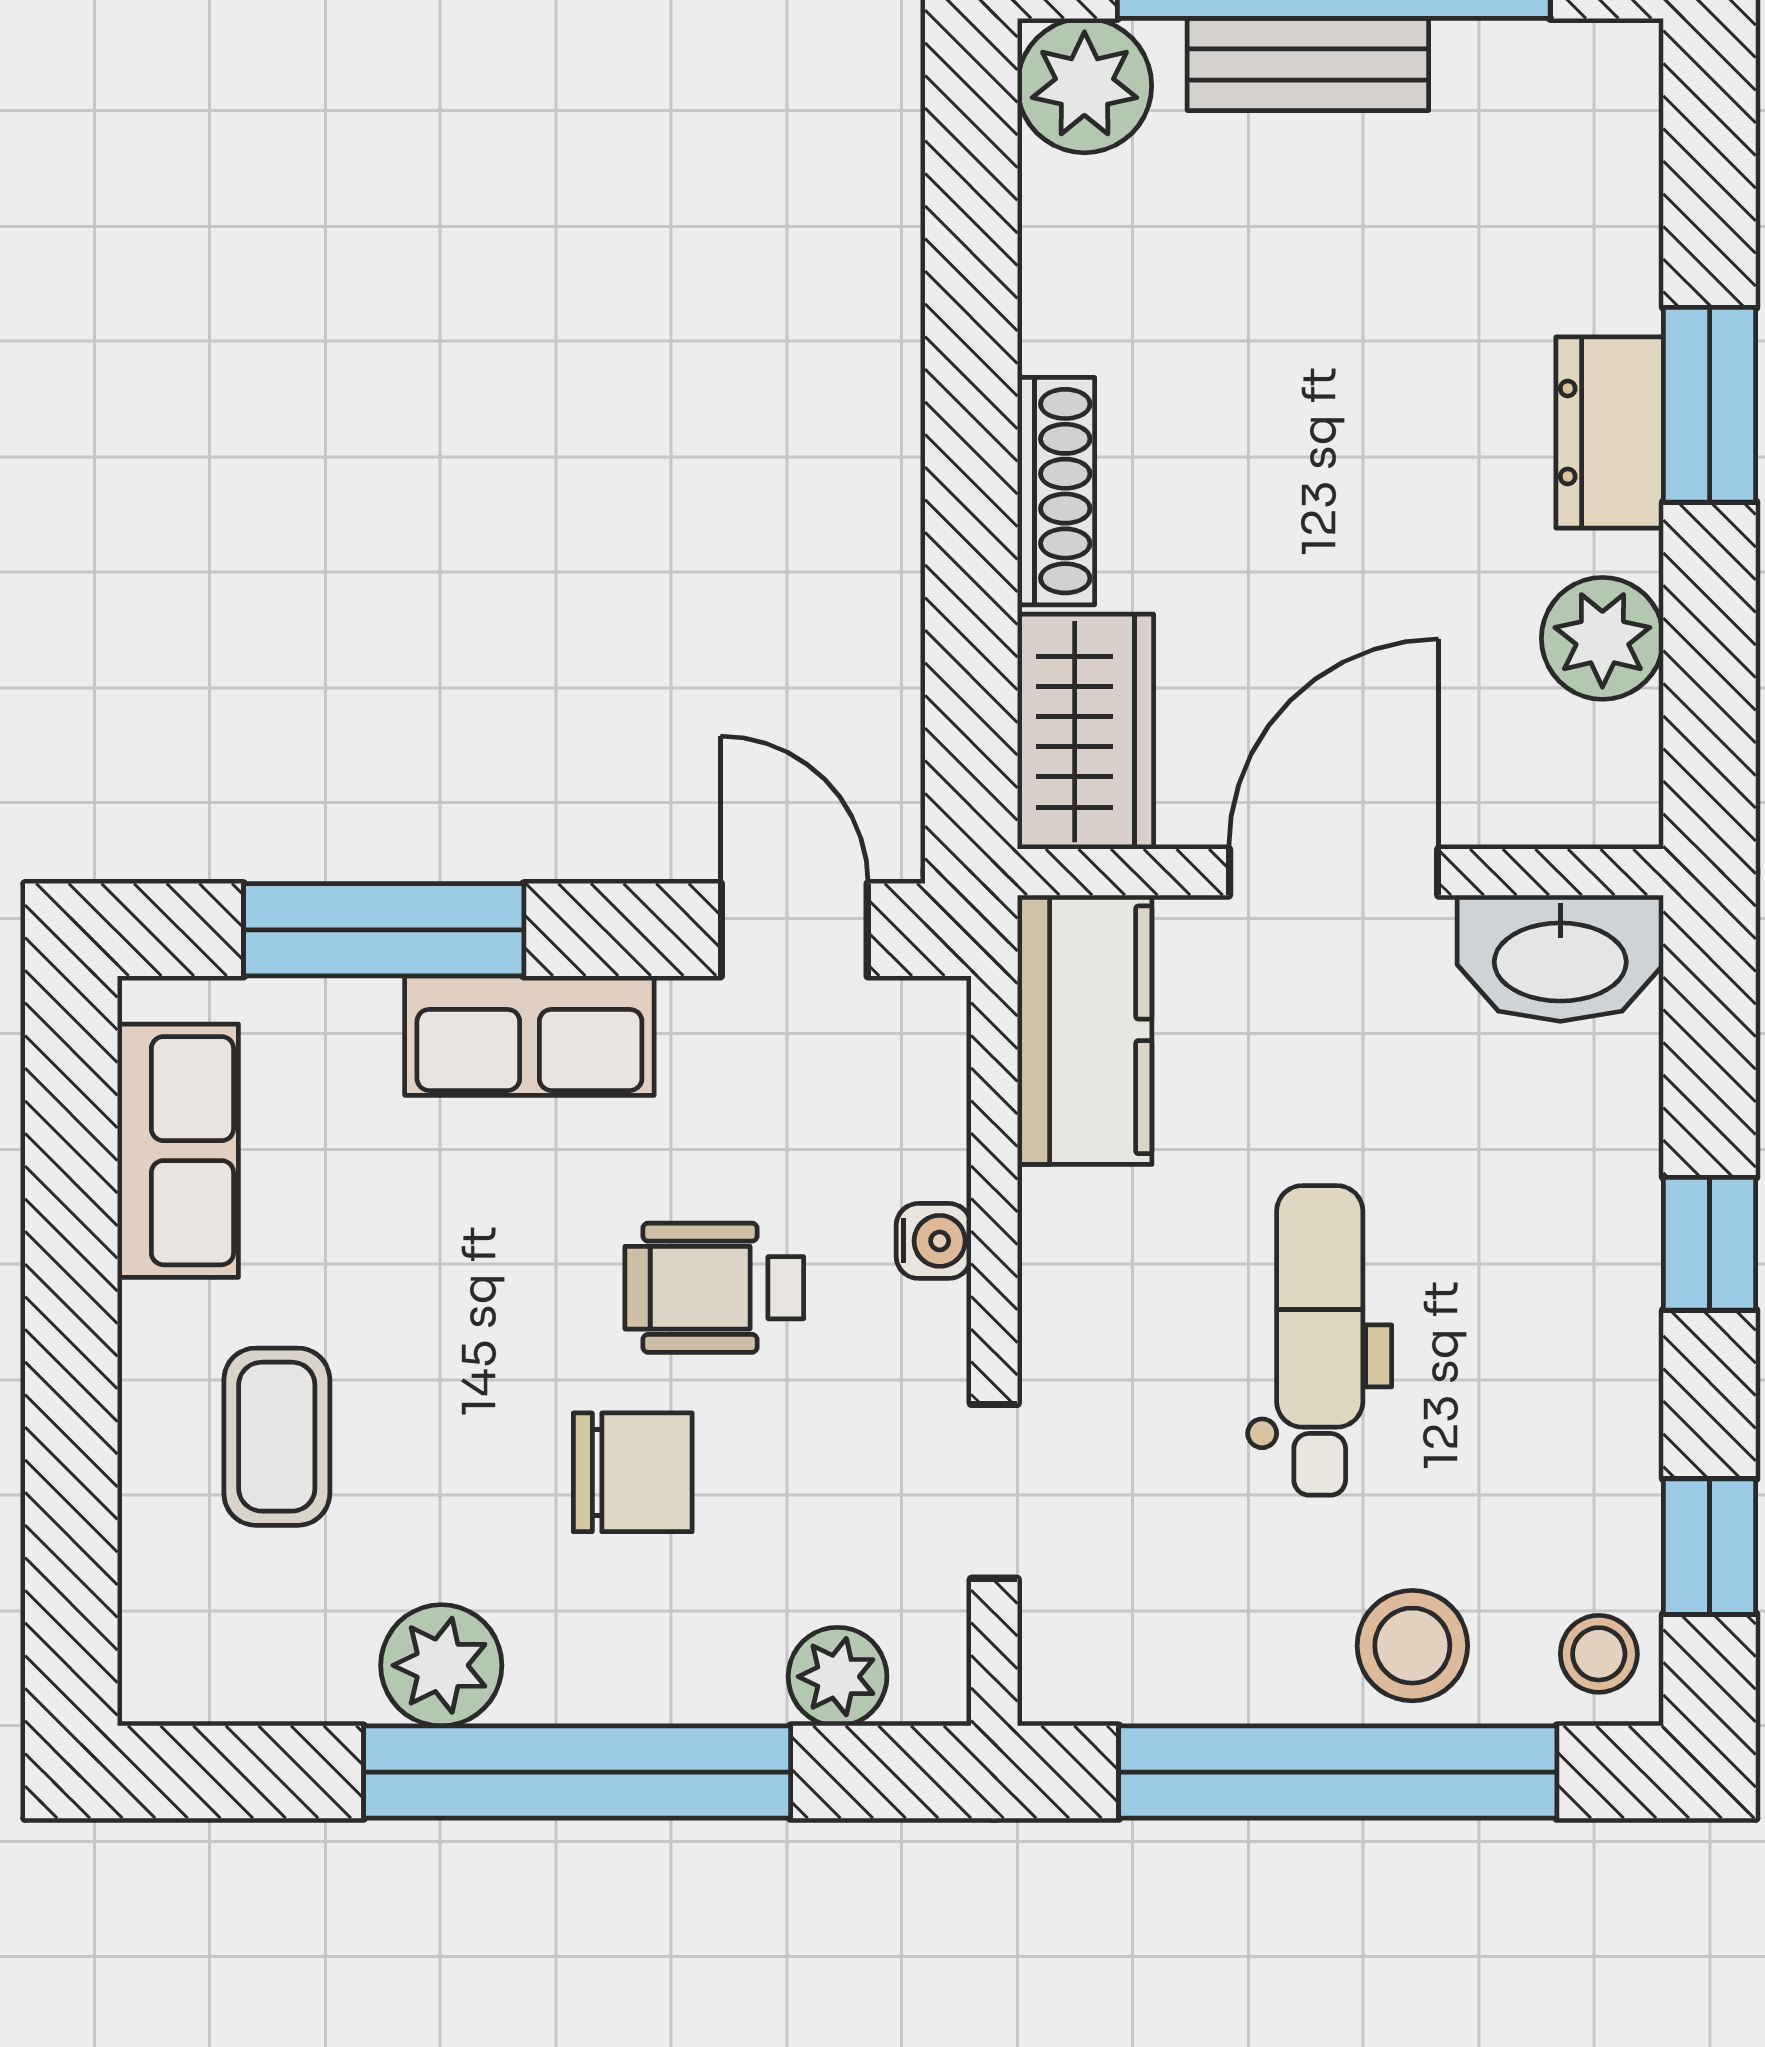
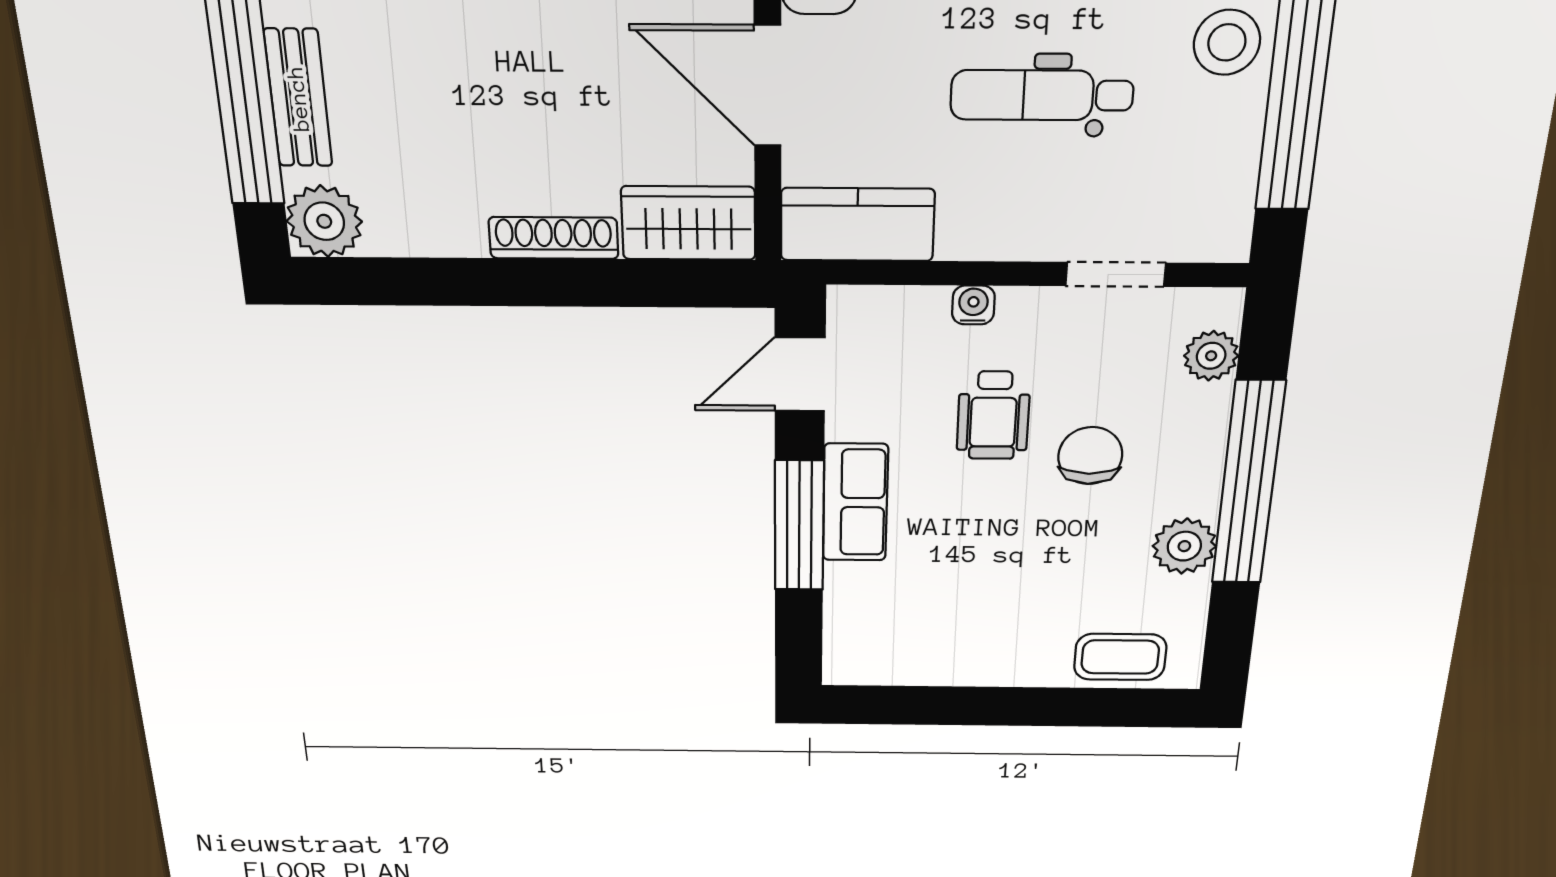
window: (384, 930) -> (799, 526), moved
row of seats: (178, 1151) -> (910, 660), removed
coffee table: (277, 1437) -> (1120, 657), moved

